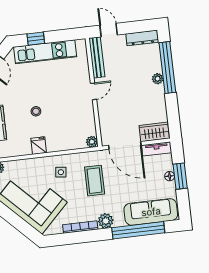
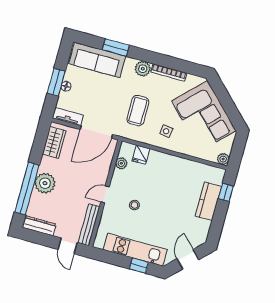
plant: (158, 79) -> (45, 183), width x1.87, depth x1.87
stool: (36, 111) -> (134, 205), moved
wardrobe: (154, 132) -> (54, 142), moved, turned -90
plant: (92, 142) -> (121, 163), moved
door: (125, 145) -> (96, 132), swing flipped
fridge: (39, 146) -> (141, 155), moved
window: (138, 230) -> (116, 48), width x0.47

